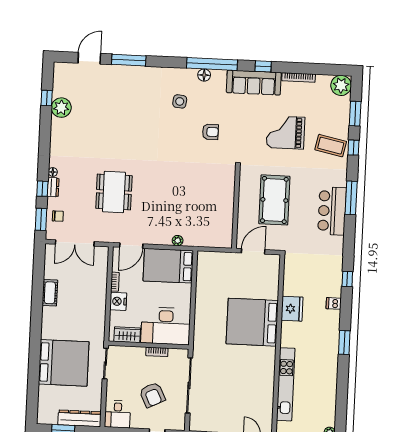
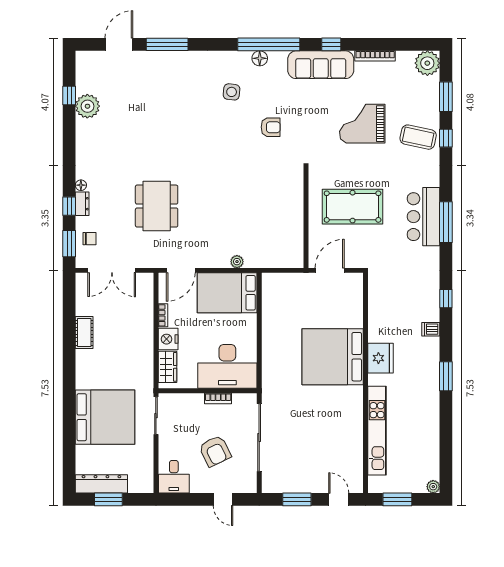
window: (351, 198) -> (446, 222), moved
pool table: (274, 200) -> (353, 207), turned 90
fridge: (292, 309) -> (380, 358), moved
wardrobe: (127, 335) -> (167, 367), moved, turned 90
dresser: (79, 418) -> (101, 484), moved

